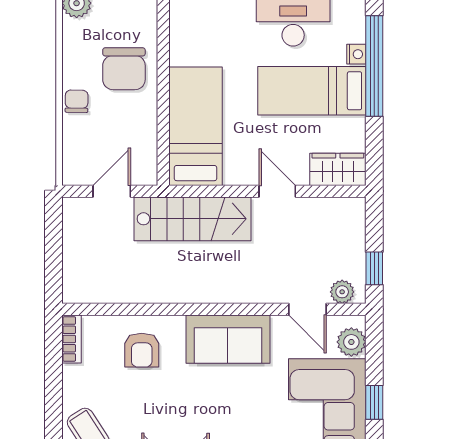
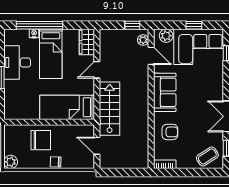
door: (307, 309) -> (151, 56), hinge flipped

